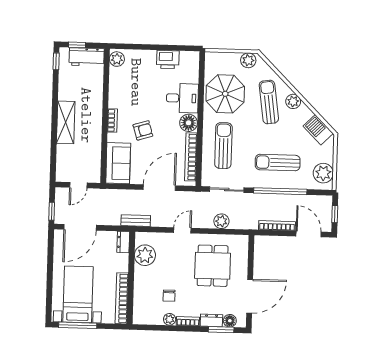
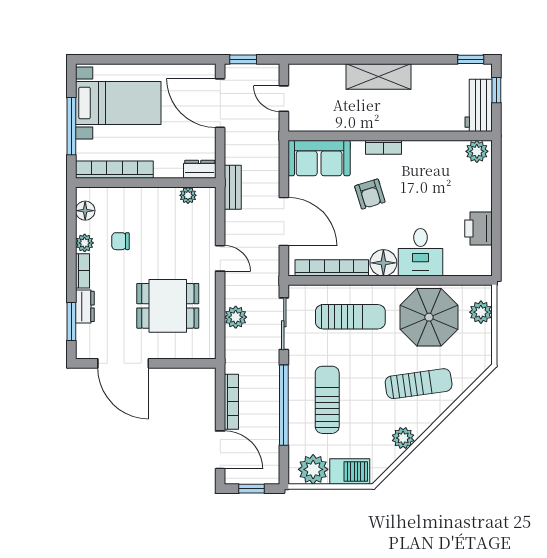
plant: (248, 60) -> (481, 312), moved
plant: (293, 101) -> (403, 438), moved
barbecue: (318, 130) -> (350, 472), moved, turned 45
door: (309, 234) -> (220, 450), hinge flipped
plant: (145, 255) -> (188, 195), width x0.53, depth x0.53
floor lamp: (230, 321) -> (85, 211), moved
window: (78, 325) -> (71, 126), moved

